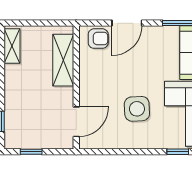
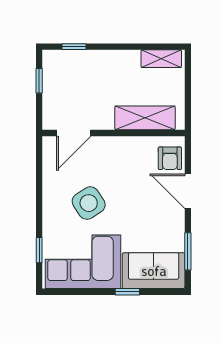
side table: (137, 109) -> (89, 203), turned -30
door: (76, 122) -> (74, 133), hinge flipped

